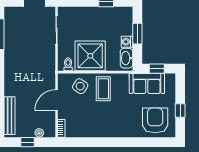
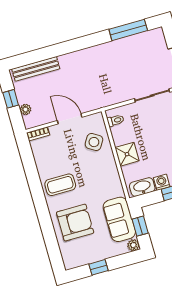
shower: (90, 56) -> (127, 154), width x0.54, depth x0.54
plant: (170, 78) -> (133, 245), added
coffee table: (103, 89) -> (60, 185), moved
armchair: (155, 120) -> (75, 223), moved

